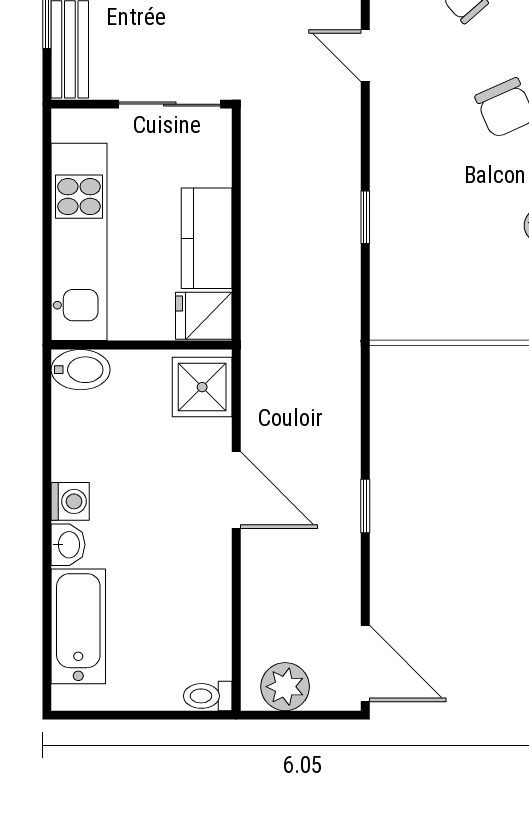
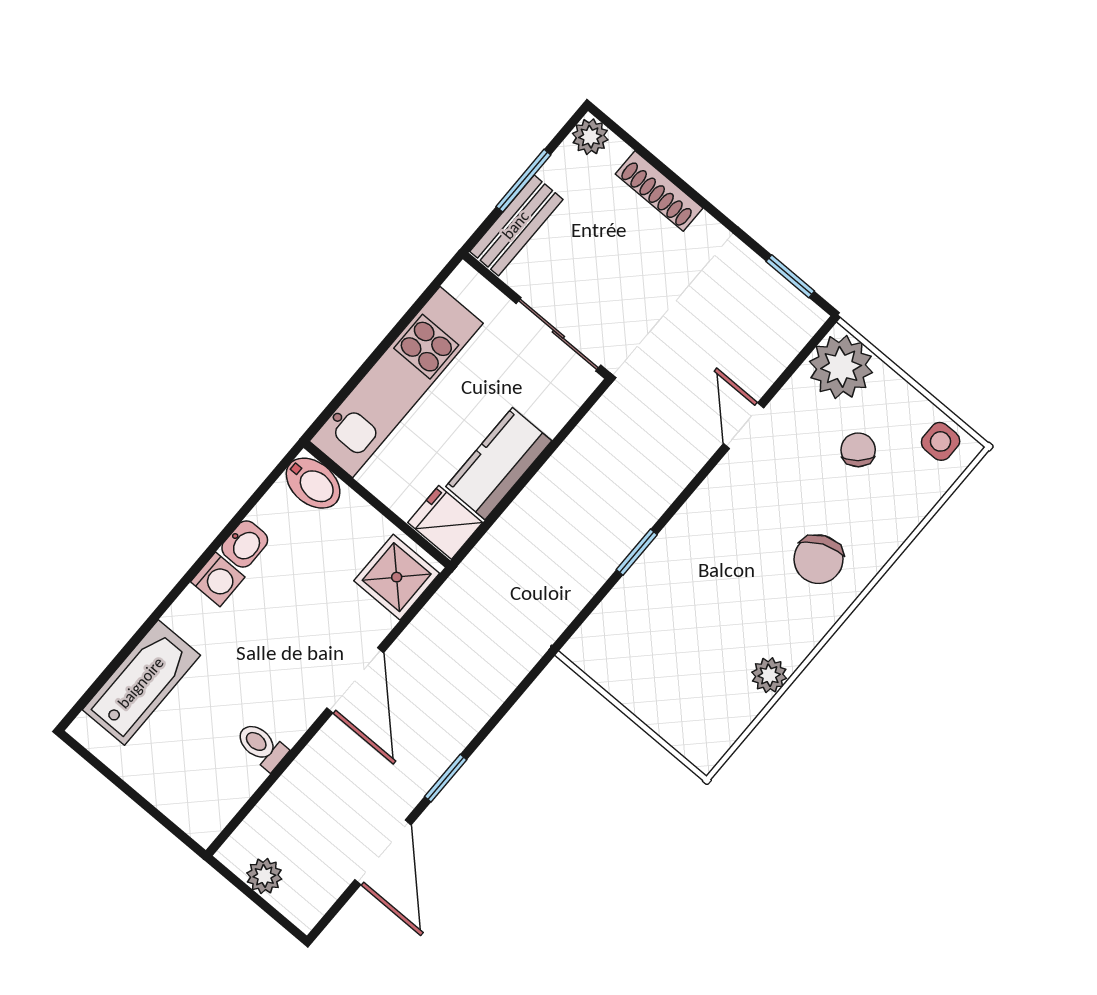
washbasin: (68, 545) -> (245, 544), moved
door: (365, 664) -> (383, 852), moved
plant: (285, 687) -> (264, 876), width x0.73, depth x0.73
toilet: (208, 696) -> (262, 746), moved

